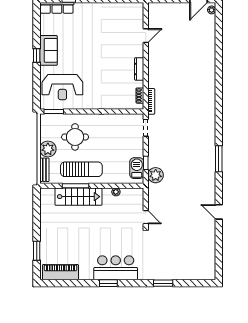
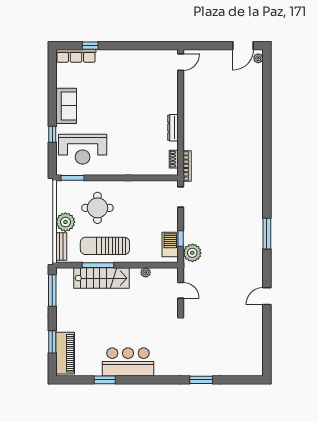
door: (146, 36) -> (181, 62), moved
window: (37, 55) -> (52, 134), moved
sun lounger: (81, 169) -> (105, 246), turned 180
window: (37, 207) -> (52, 291), added
door: (219, 212) -> (267, 296), hinge flipped
door: (146, 217) -> (181, 290), moved
bar counter: (116, 268) -> (128, 362), moved
piano: (60, 272) -> (65, 353), moved, turned 90
window: (108, 283) -> (105, 380), moved

